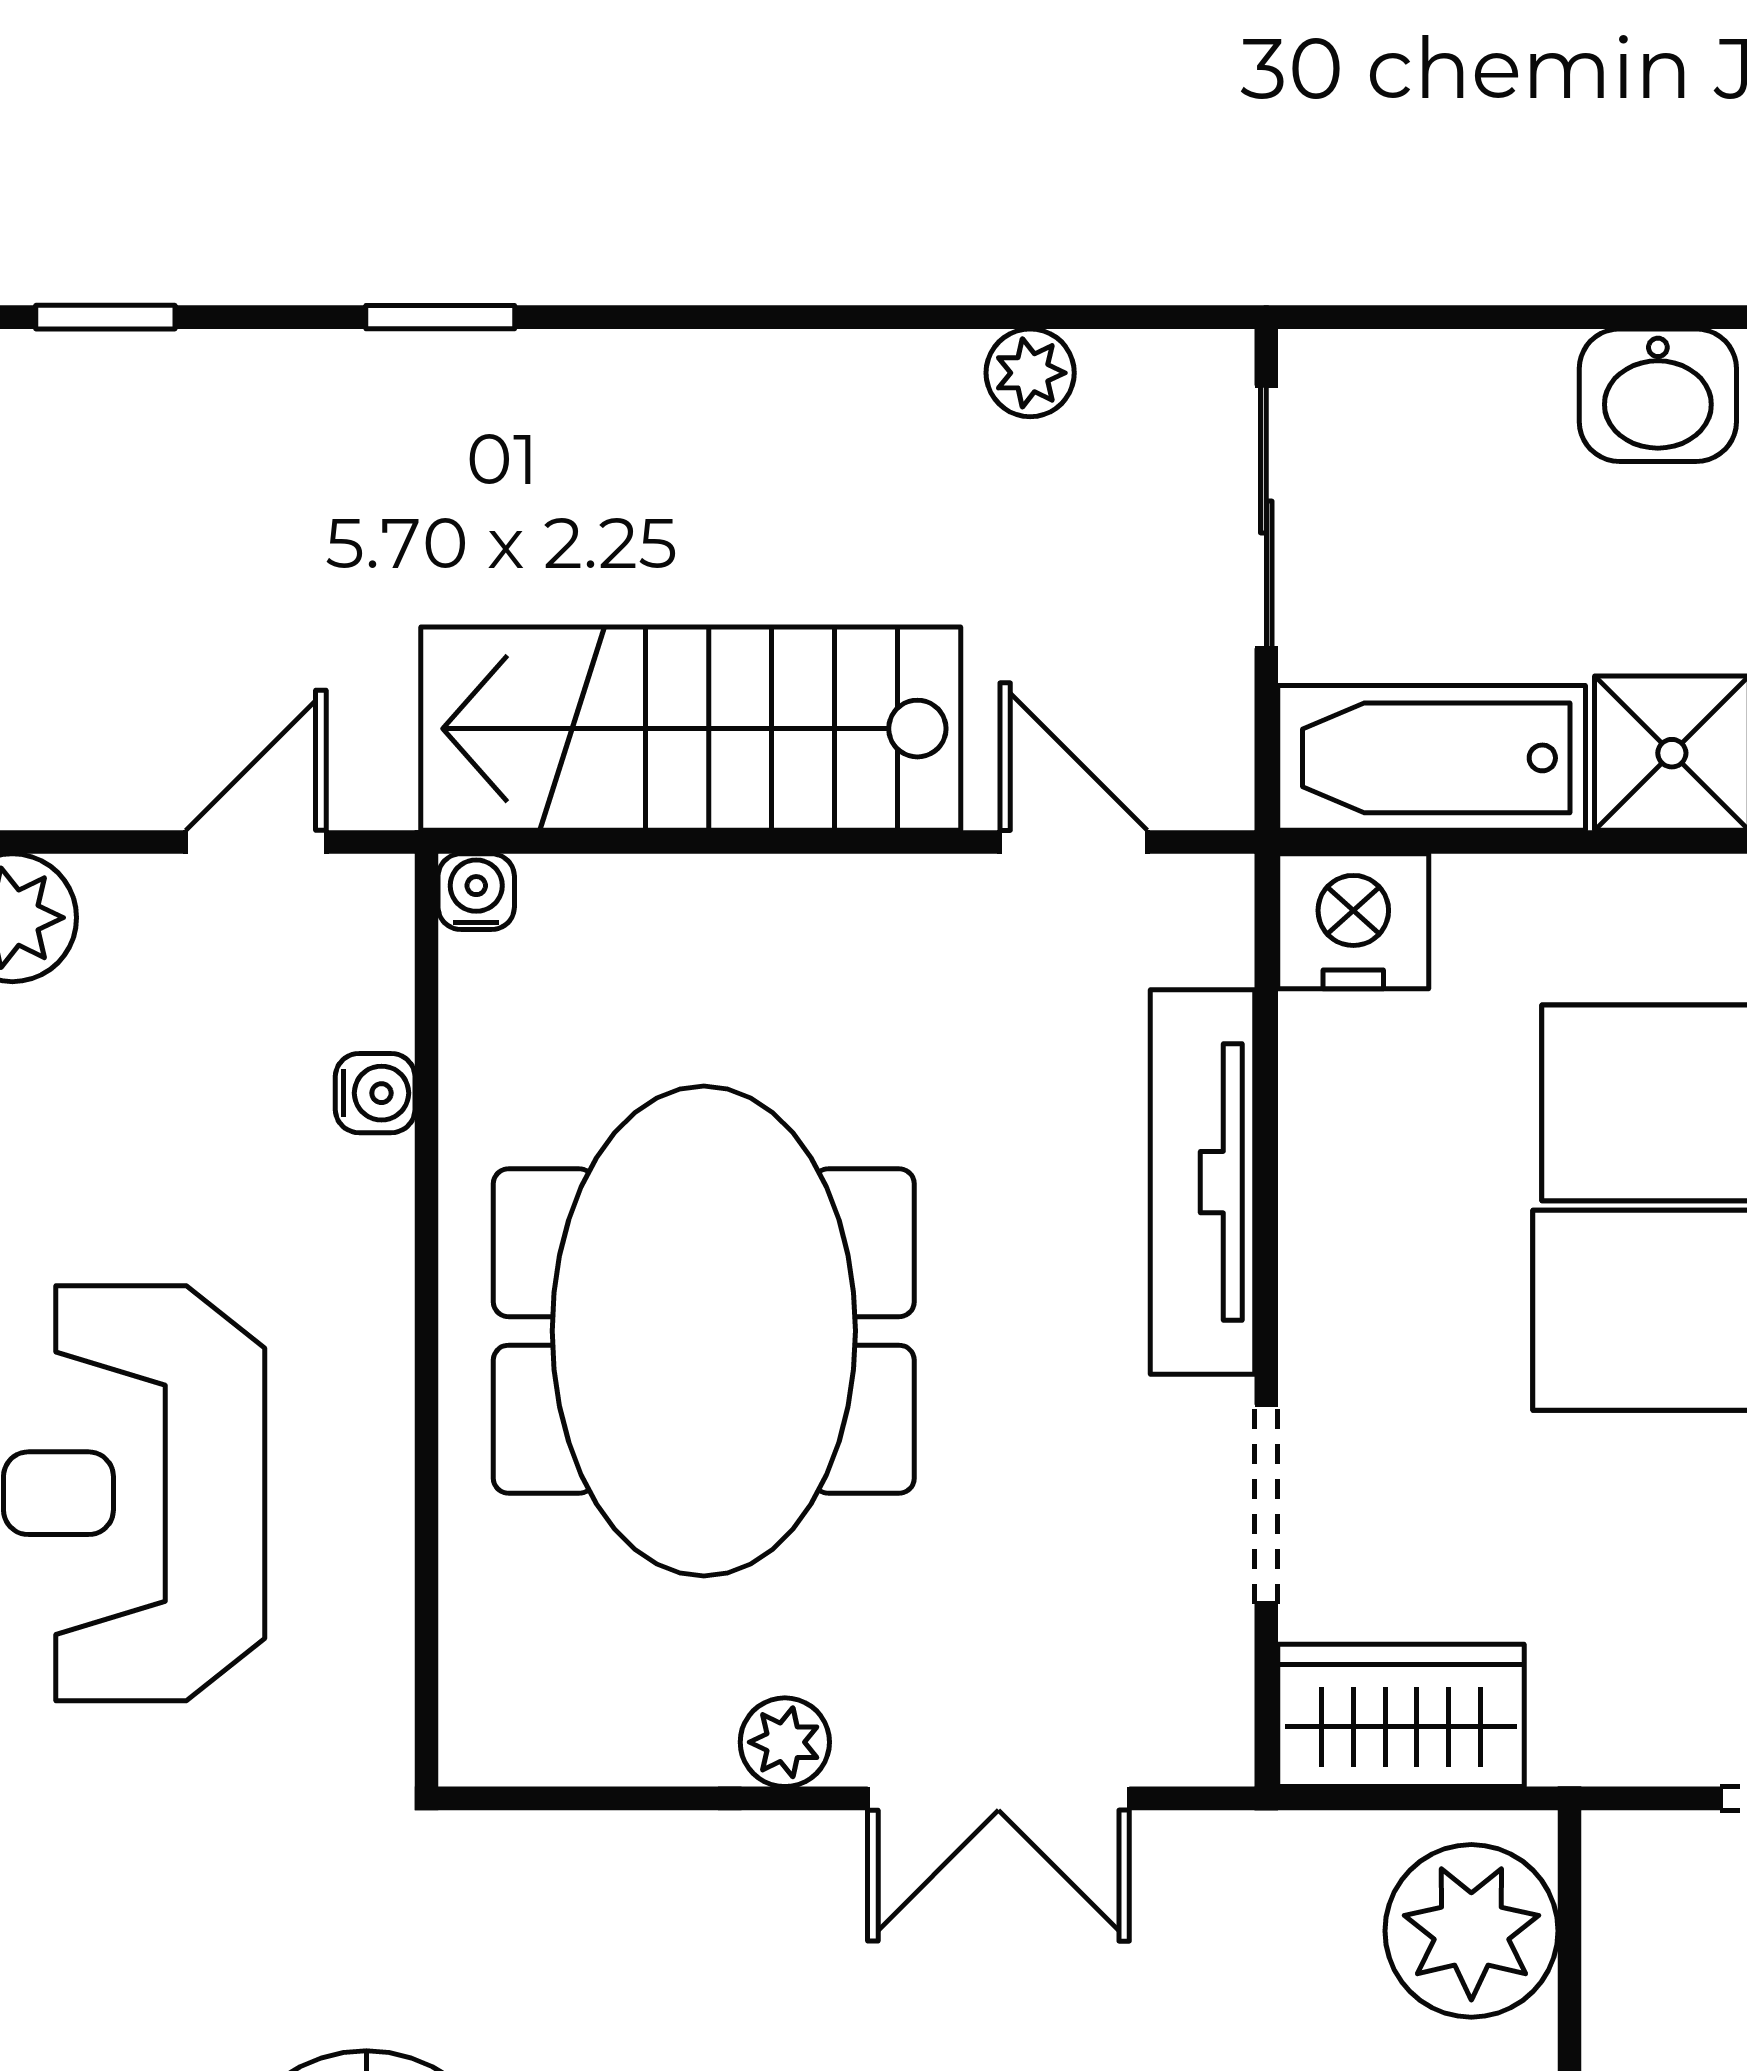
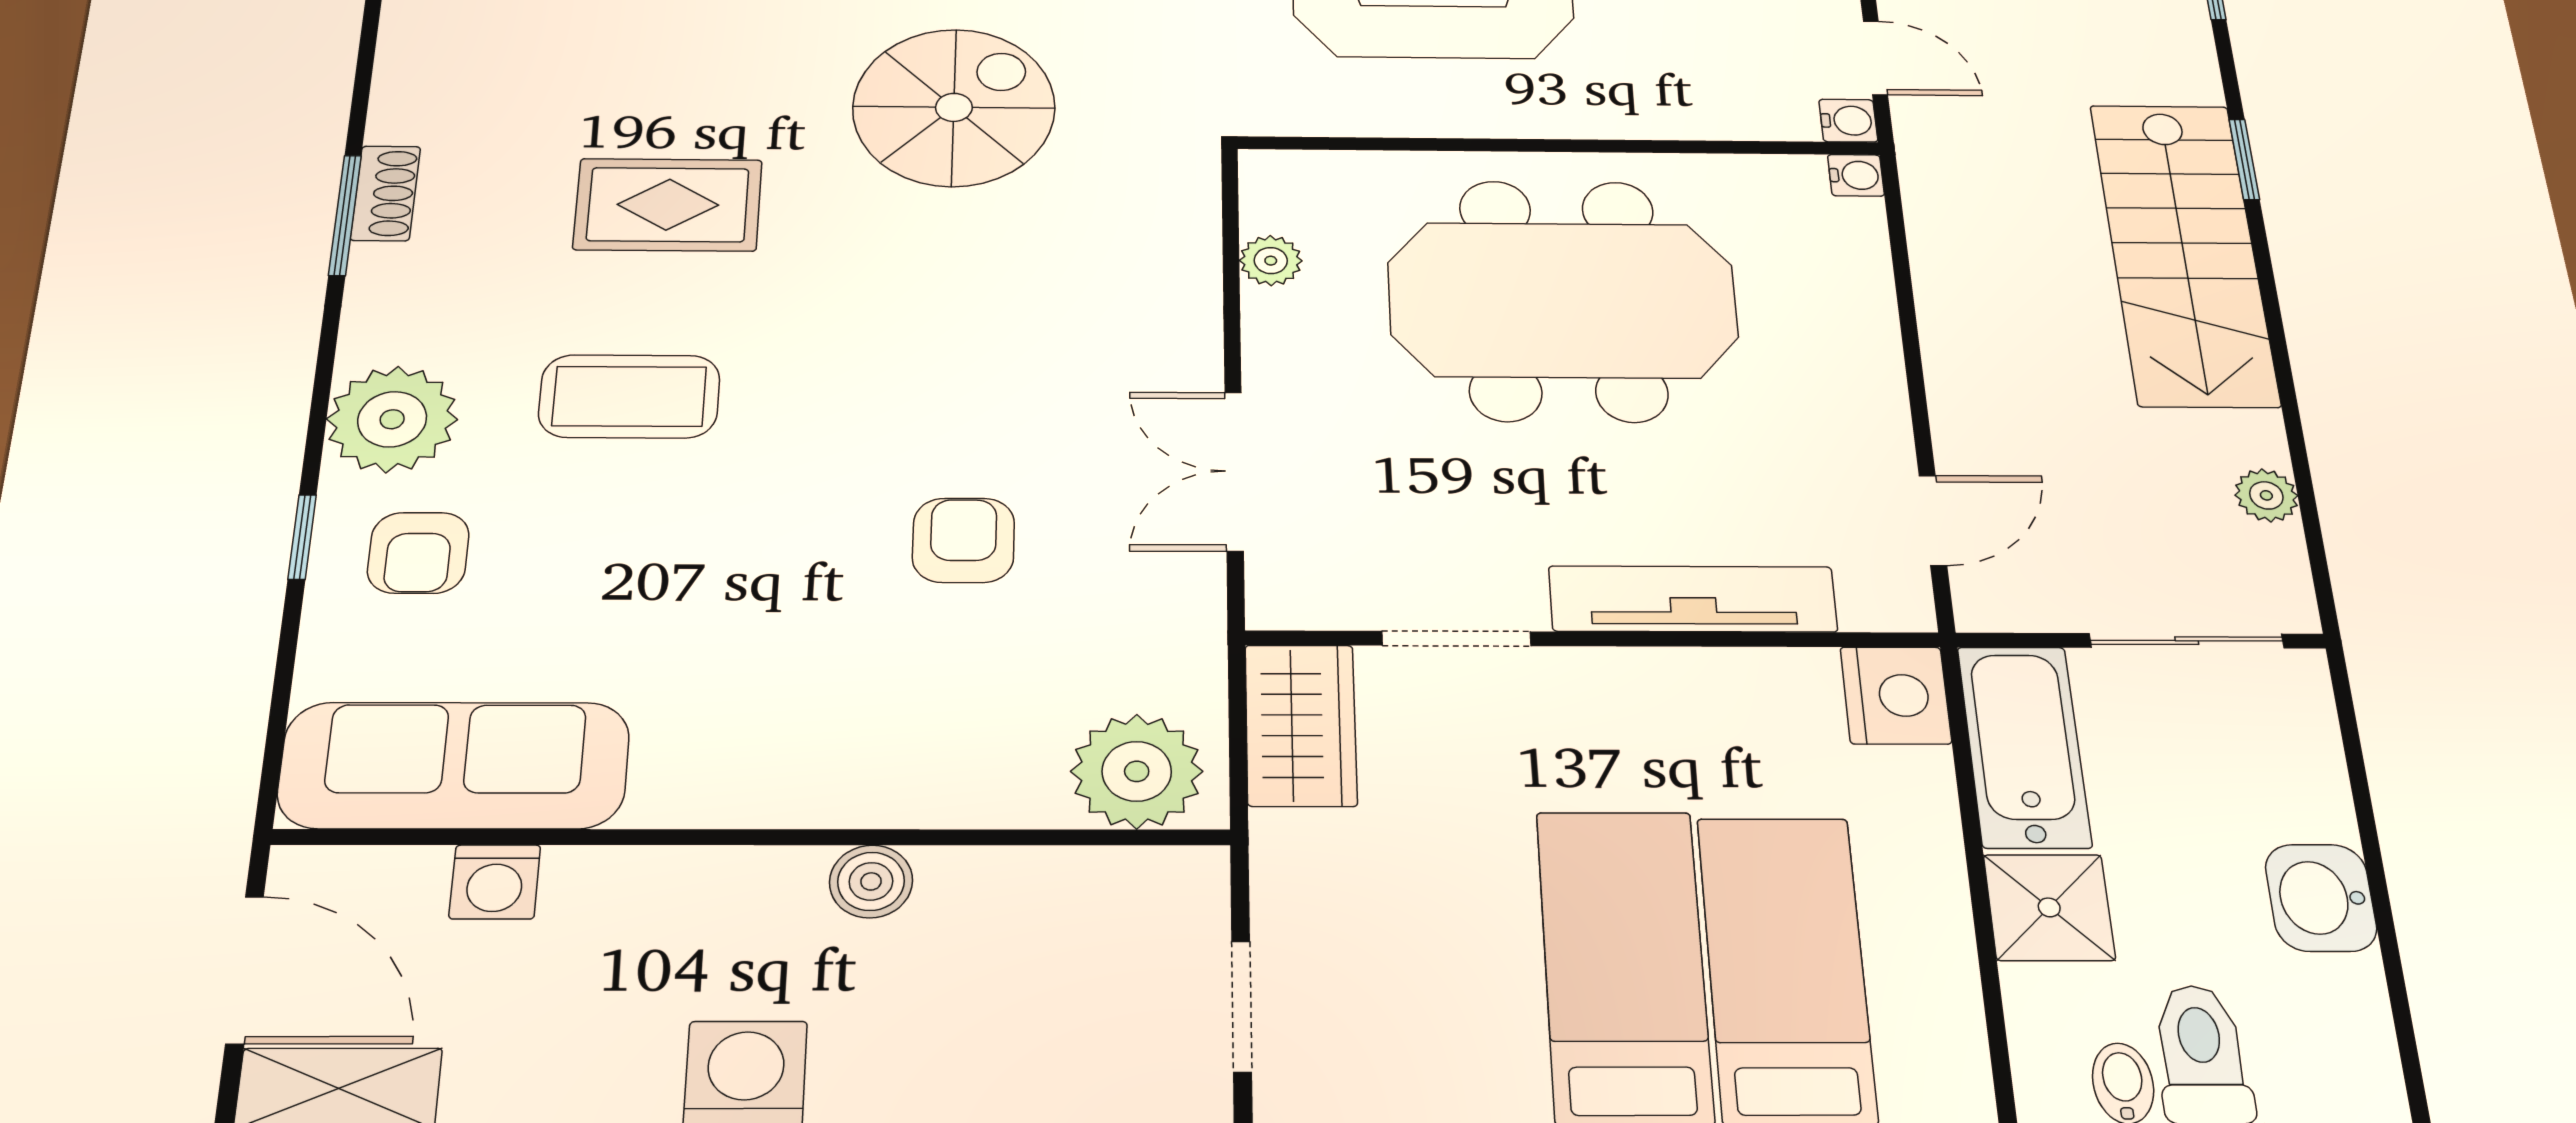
stairs: (691, 729) -> (2184, 253), moved, turned 180
water cooler: (375, 1093) -> (1848, 121), moved, turned -90
plant: (785, 1742) -> (1271, 261), moved

